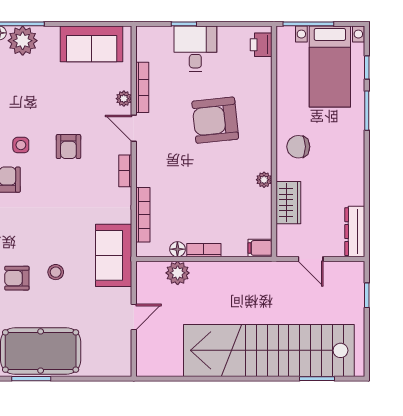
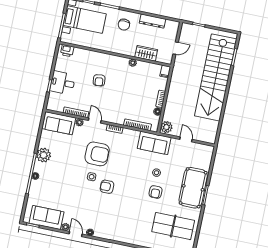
plant: (23, 41) -> (44, 155), moved
sofa: (92, 44) -> (59, 123), moved, turned 90
armchair: (215, 120) -> (99, 80), width x0.53, depth x0.53
door: (134, 128) -> (95, 121), swing flipped
armchair: (68, 147) -> (97, 154), width x1.88, depth x1.88
chair: (298, 147) -> (124, 25), moved
dresser: (355, 232) -> (152, 21), moved
plant: (178, 273) -> (166, 127), moved

